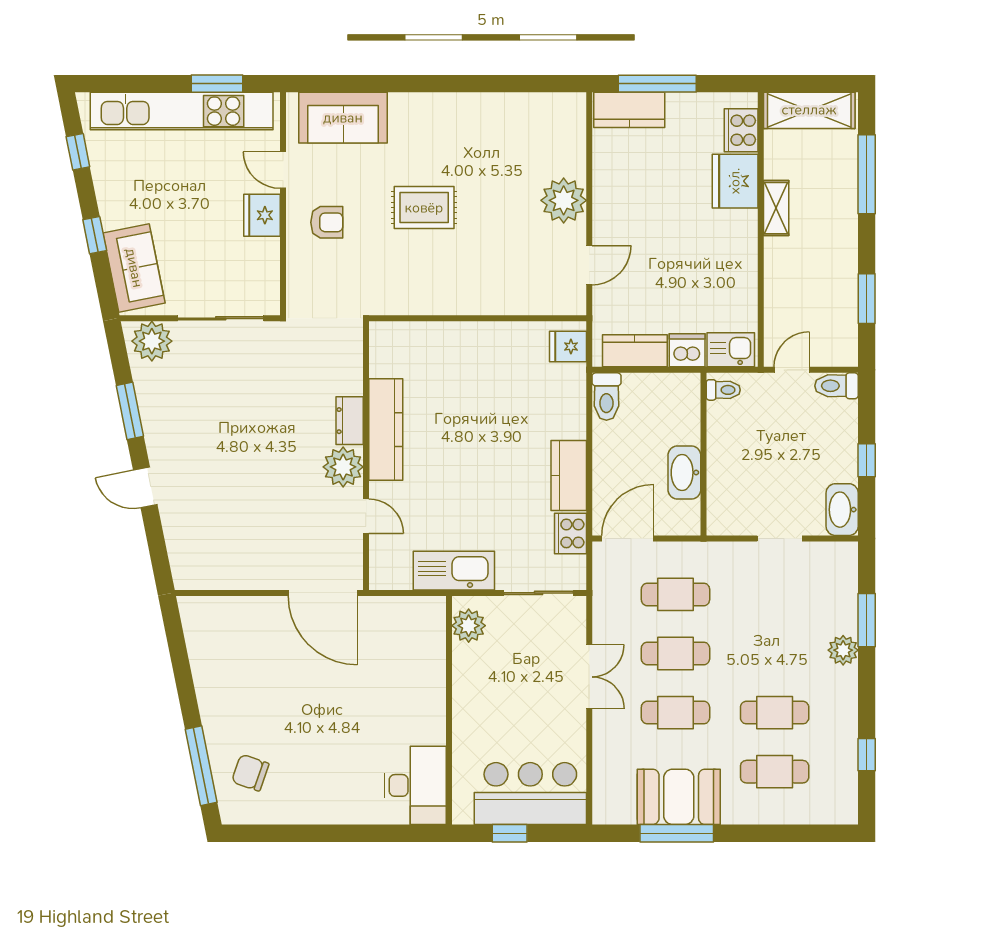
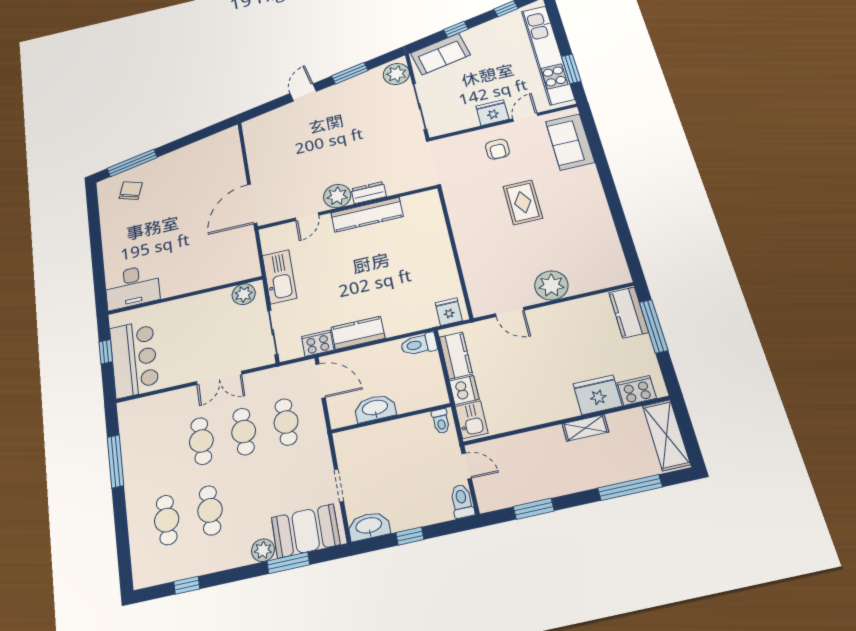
booth: (679, 797) -> (306, 531), moved, turned 90

